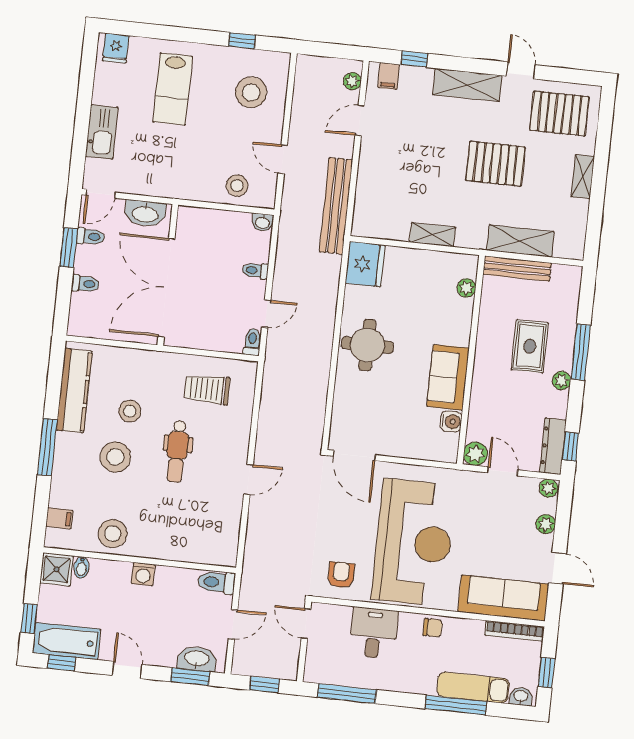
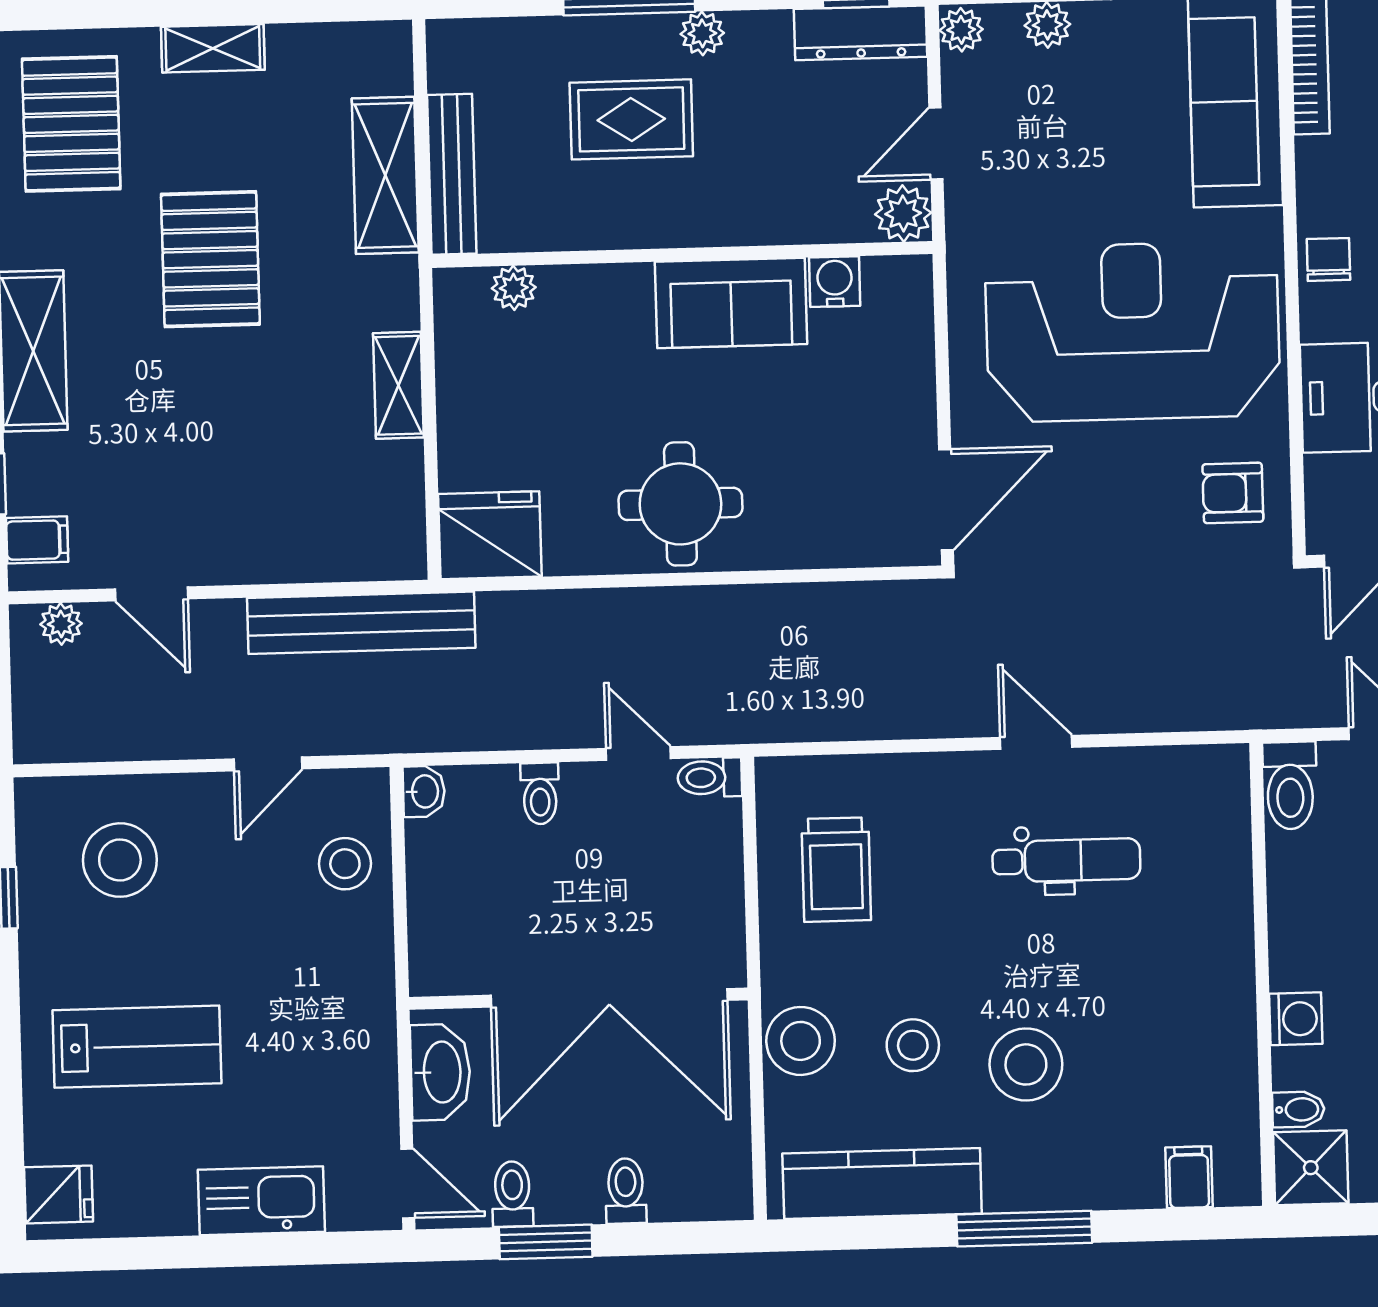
dental chair: (177, 451) -> (1066, 860), moved
stool: (113, 534) -> (801, 1041), moved
washing machine: (143, 574) -> (1296, 1019), moved

